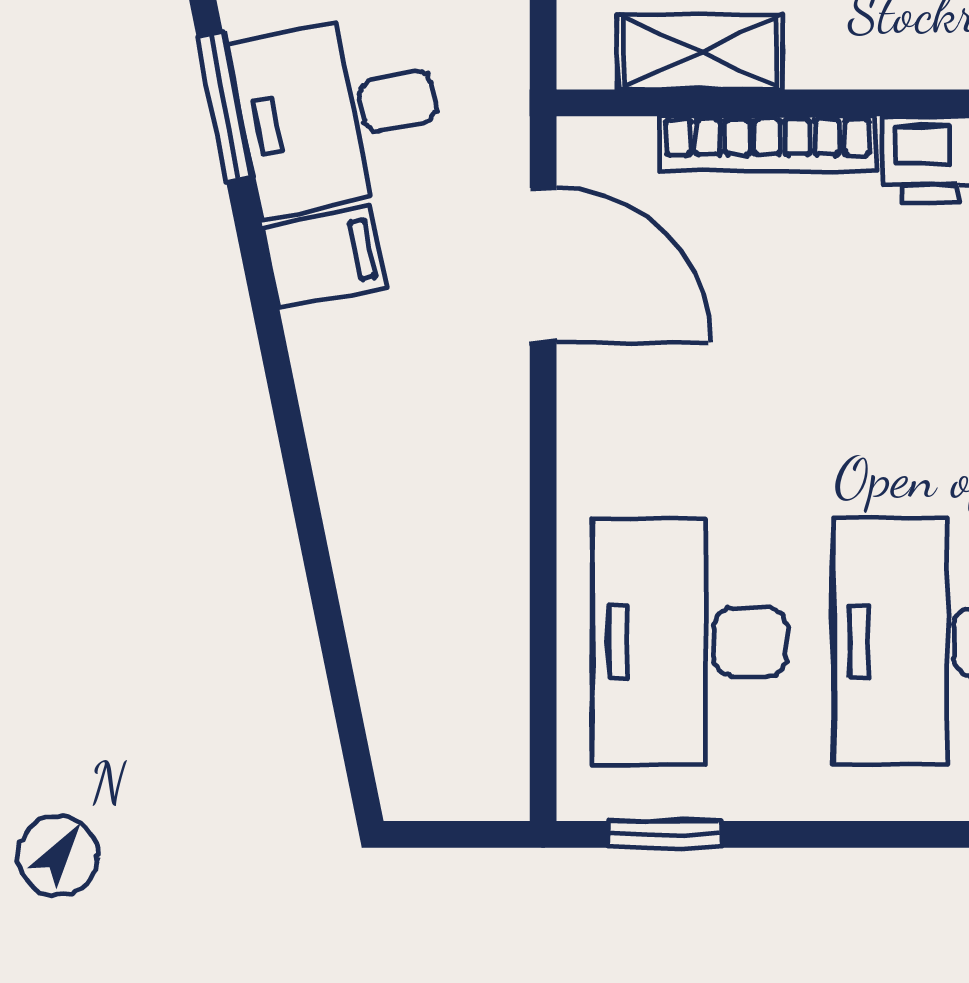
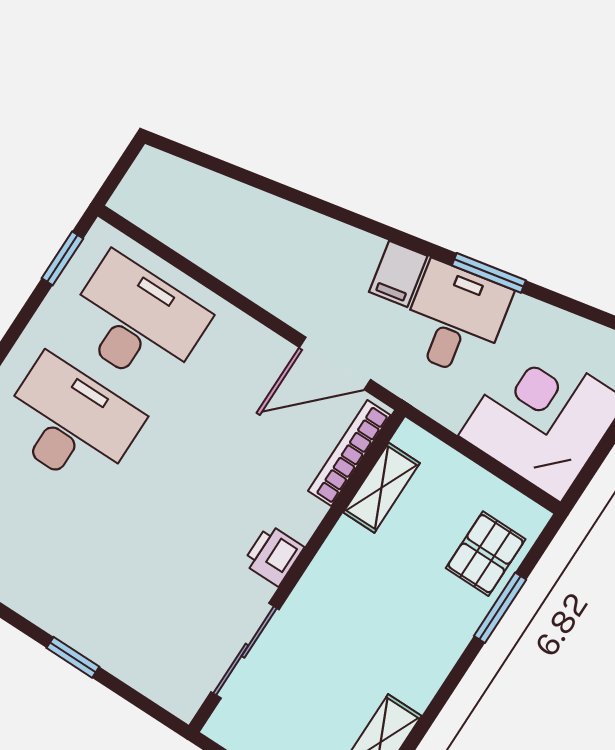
bookcase: (767, 144) -> (349, 453), moved

